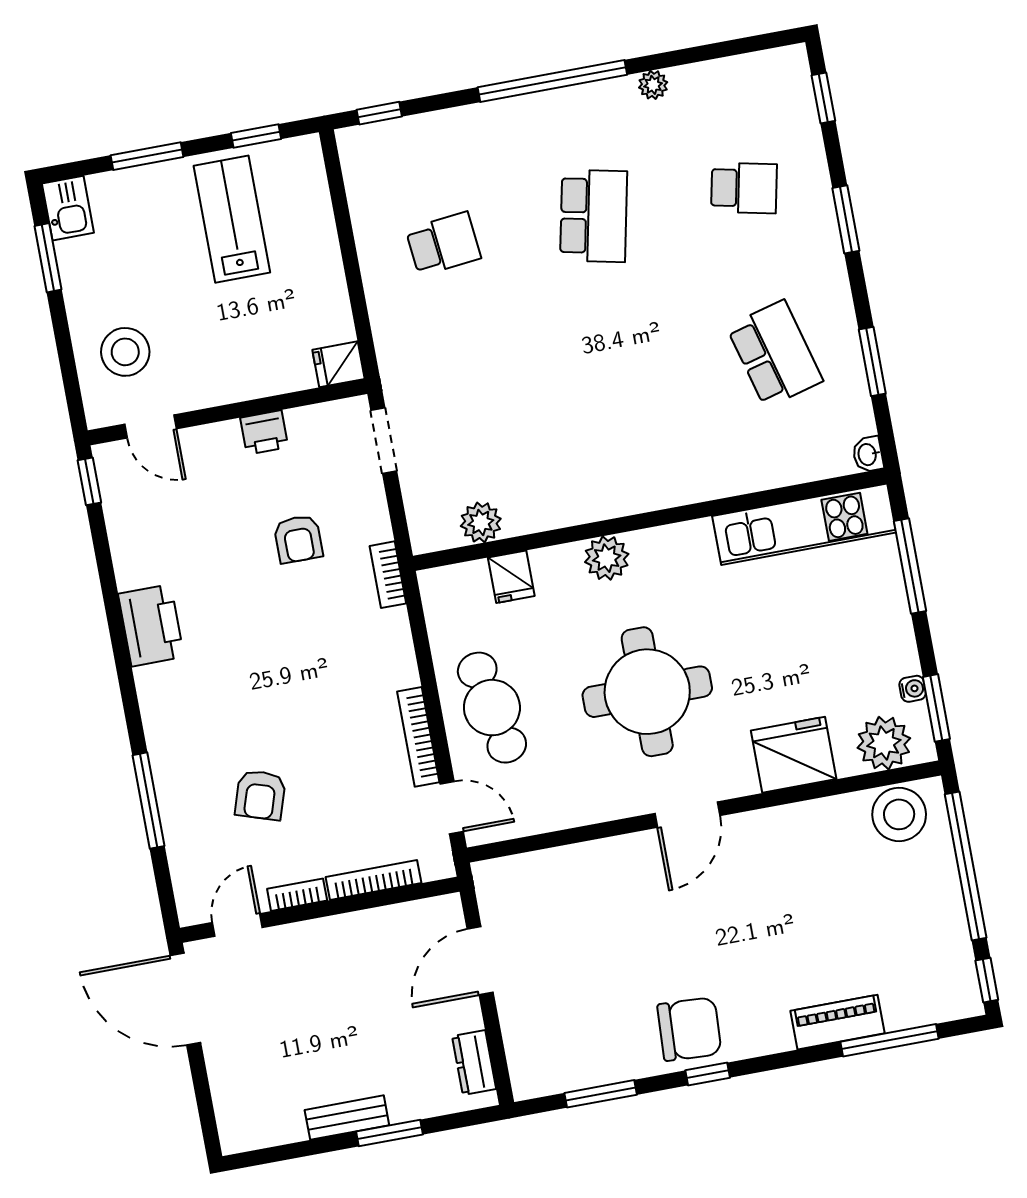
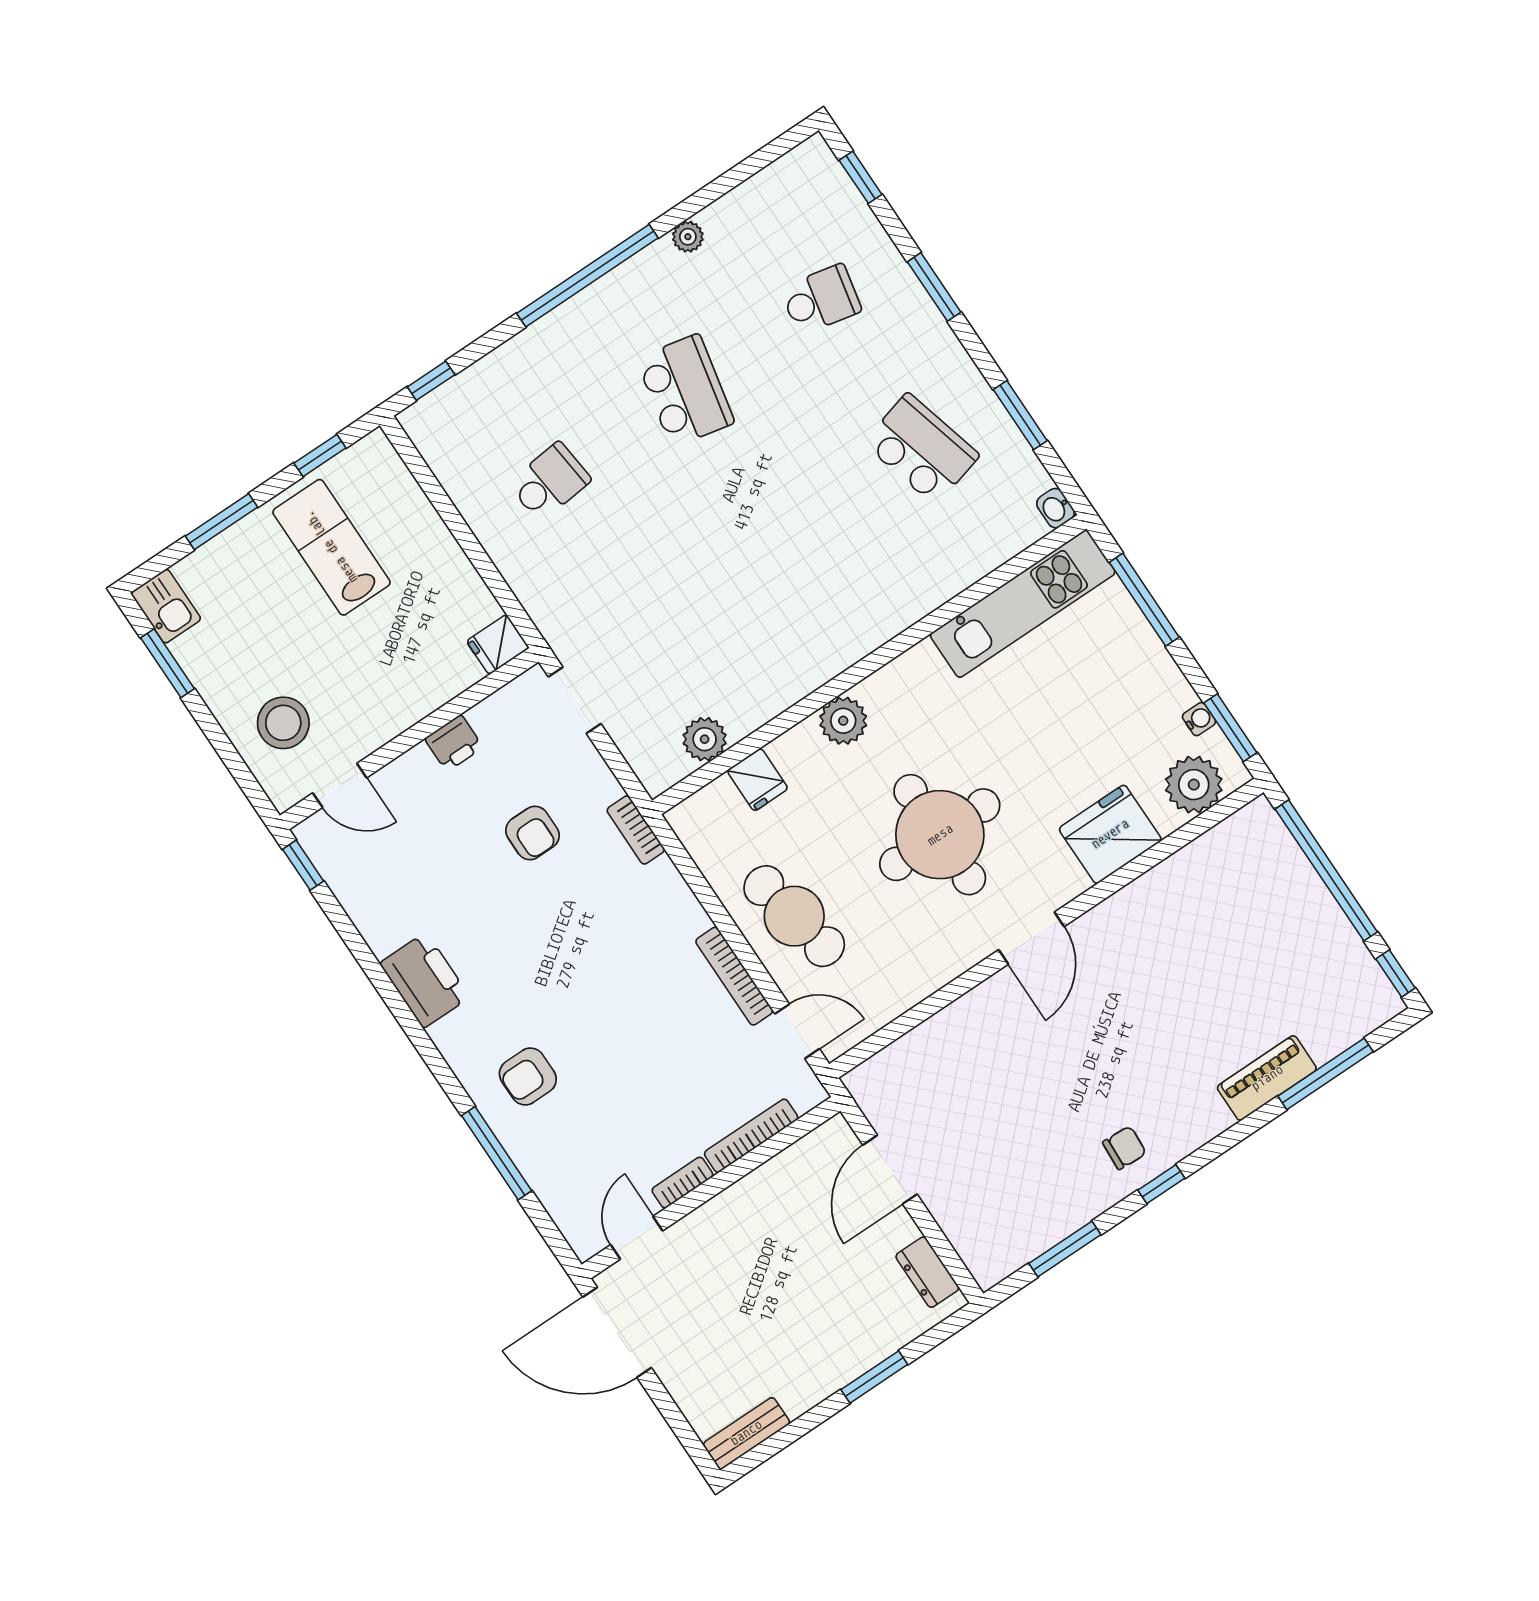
armchair: (260, 795) -> (528, 1076), moved, turned 72
stool: (899, 814) -> (1239, 848), removed
chair: (689, 1029) -> (1124, 1148), width x0.54, depth x0.54
bench: (347, 1118) -> (746, 1433), moved

